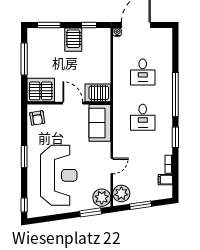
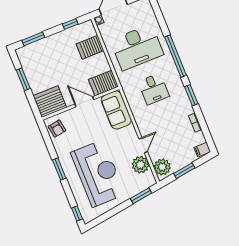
server rack: (73, 40) -> (90, 47), moved, turned 90
window: (24, 59) -> (23, 79), width x0.69
desk: (143, 72) -> (137, 47), width x1.87, depth x1.30
filing cabinet: (165, 180) -> (202, 150), moved
plant: (102, 198) -> (140, 165), moved

